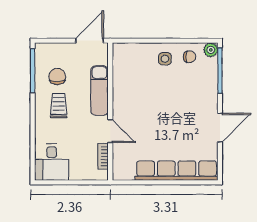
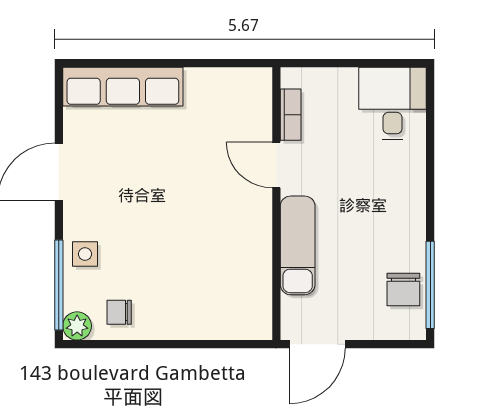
side table: (165, 59) -> (85, 254), moved
chair: (57, 76) -> (403, 290), moved
trolley: (59, 106) -> (379, 215), removed
row of seats: (177, 171) -> (123, 87), width x0.73

